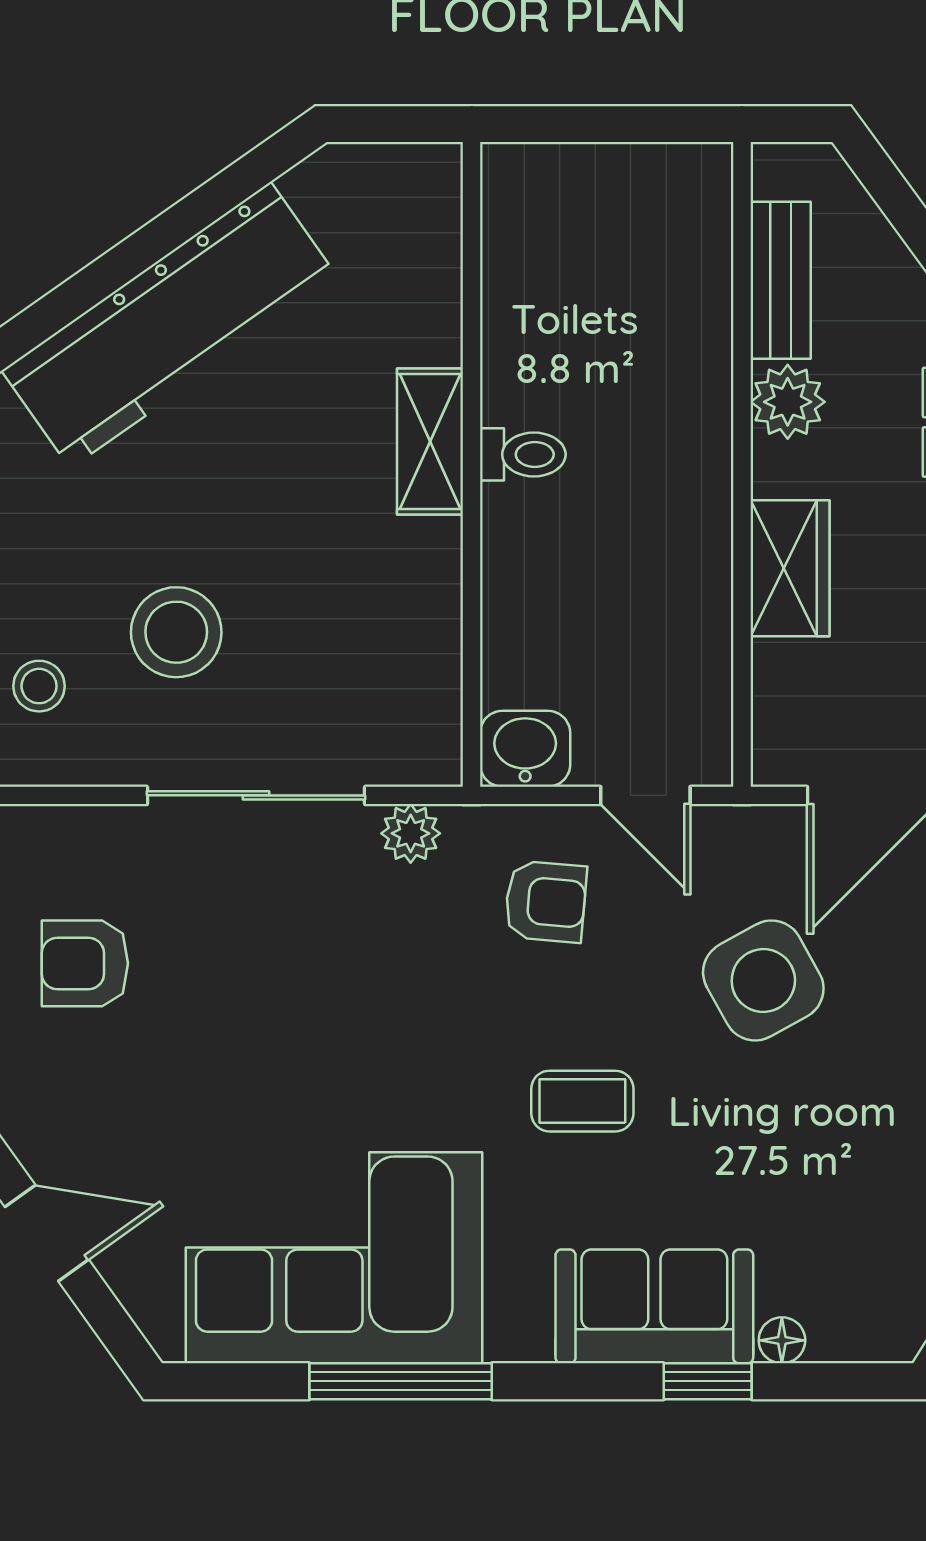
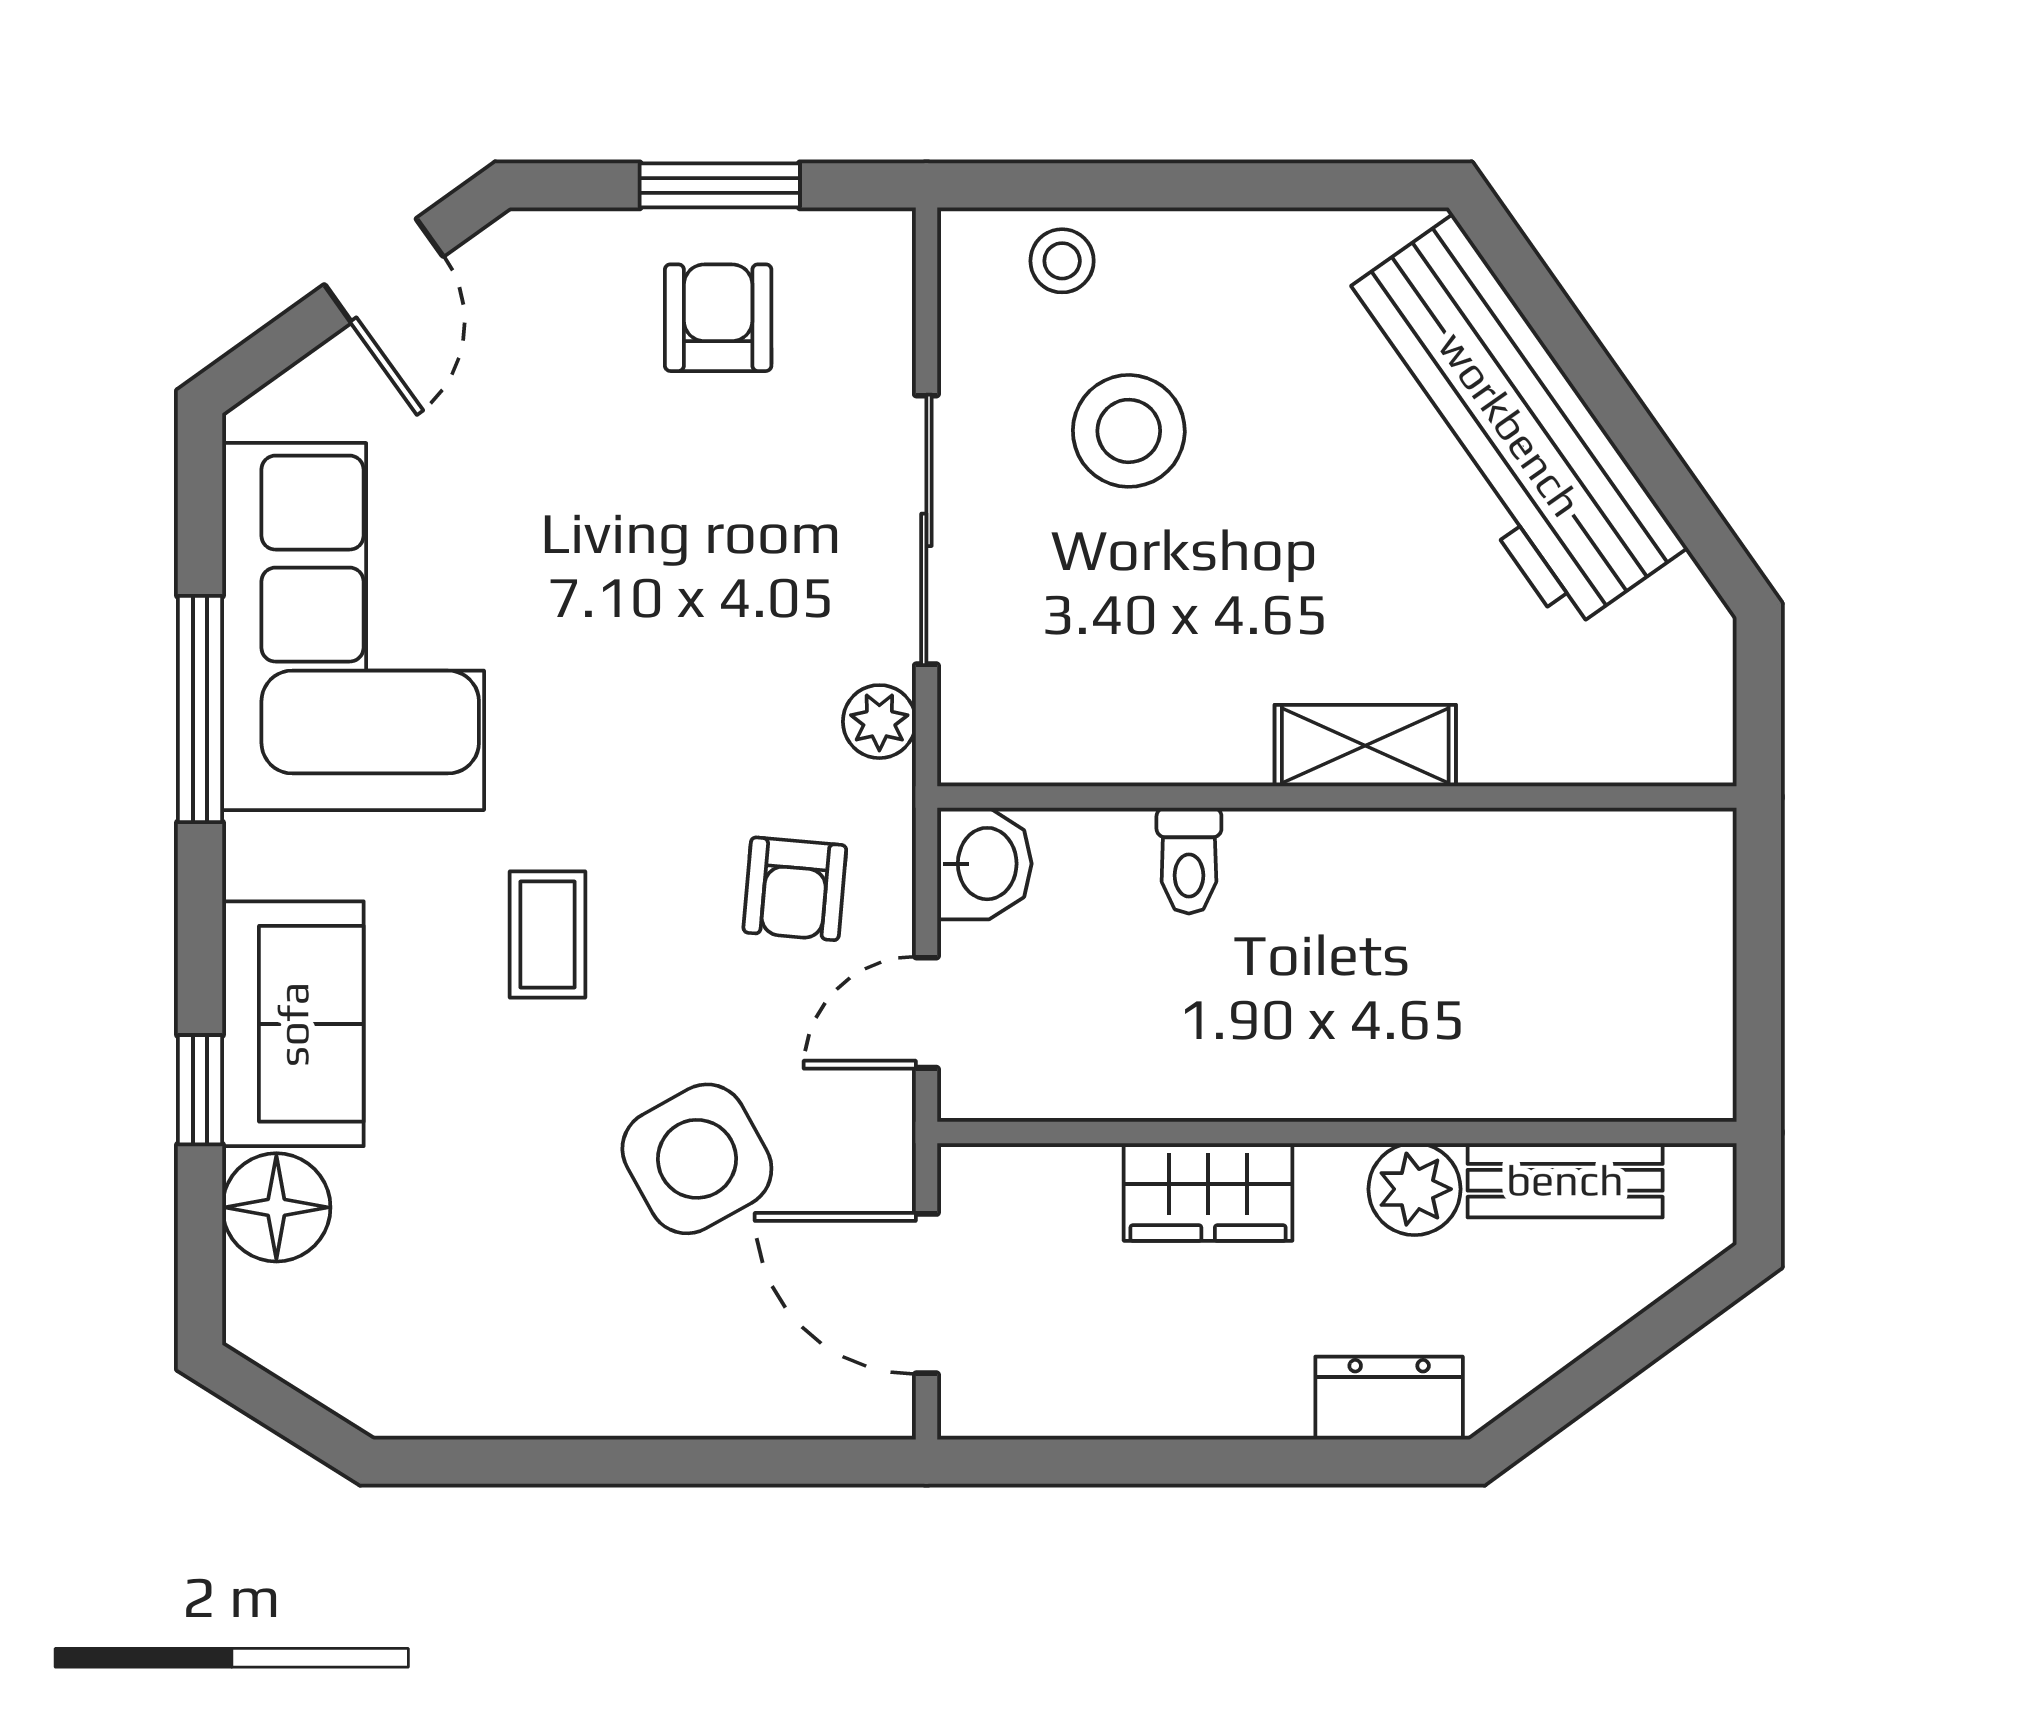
toilet: (523, 454) -> (1189, 861), moved
floor lamp: (782, 1340) -> (276, 1207), width x1.89, depth x1.89

